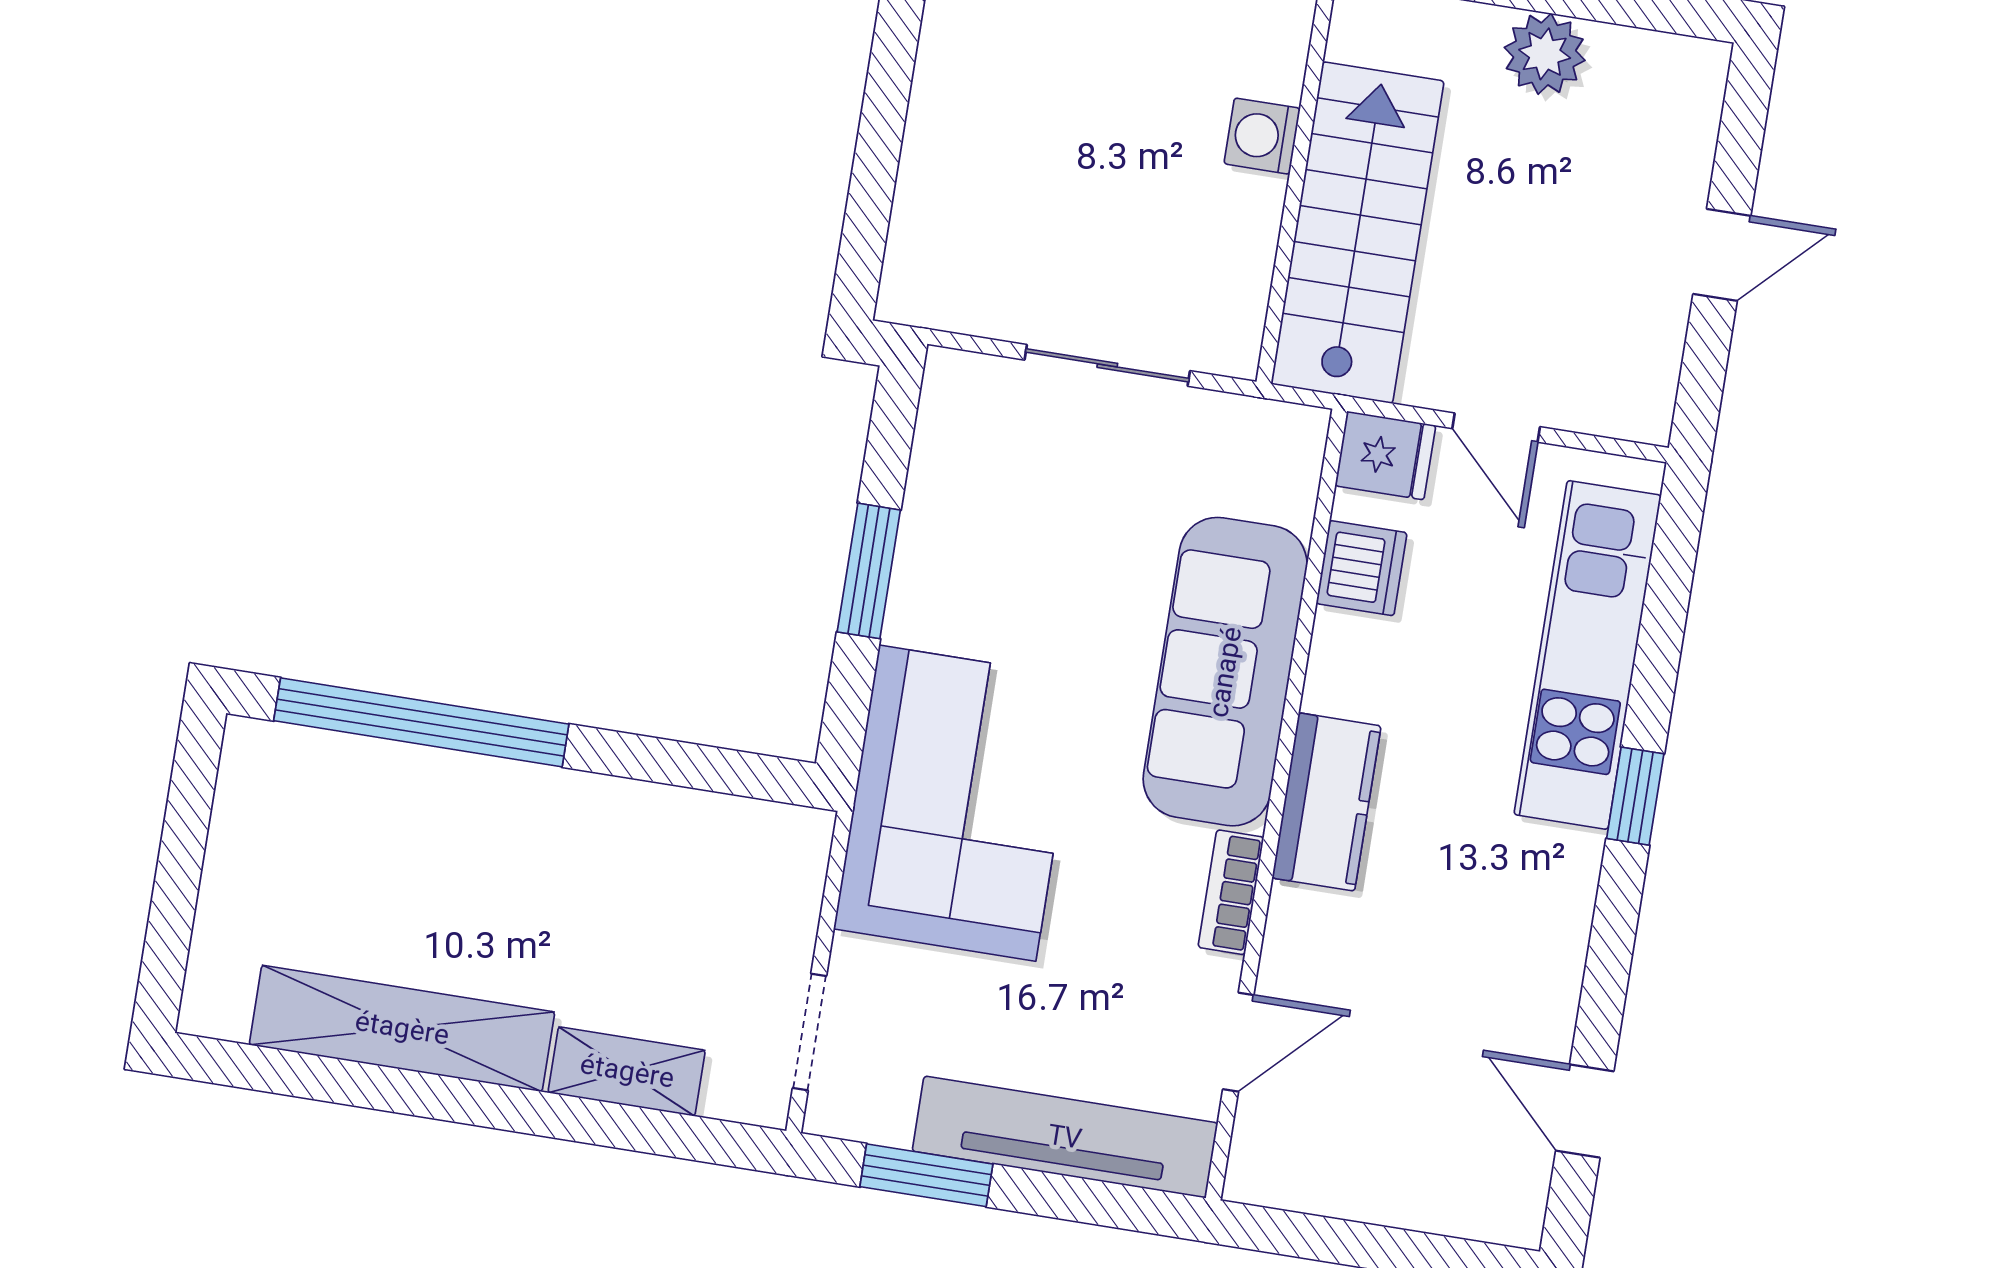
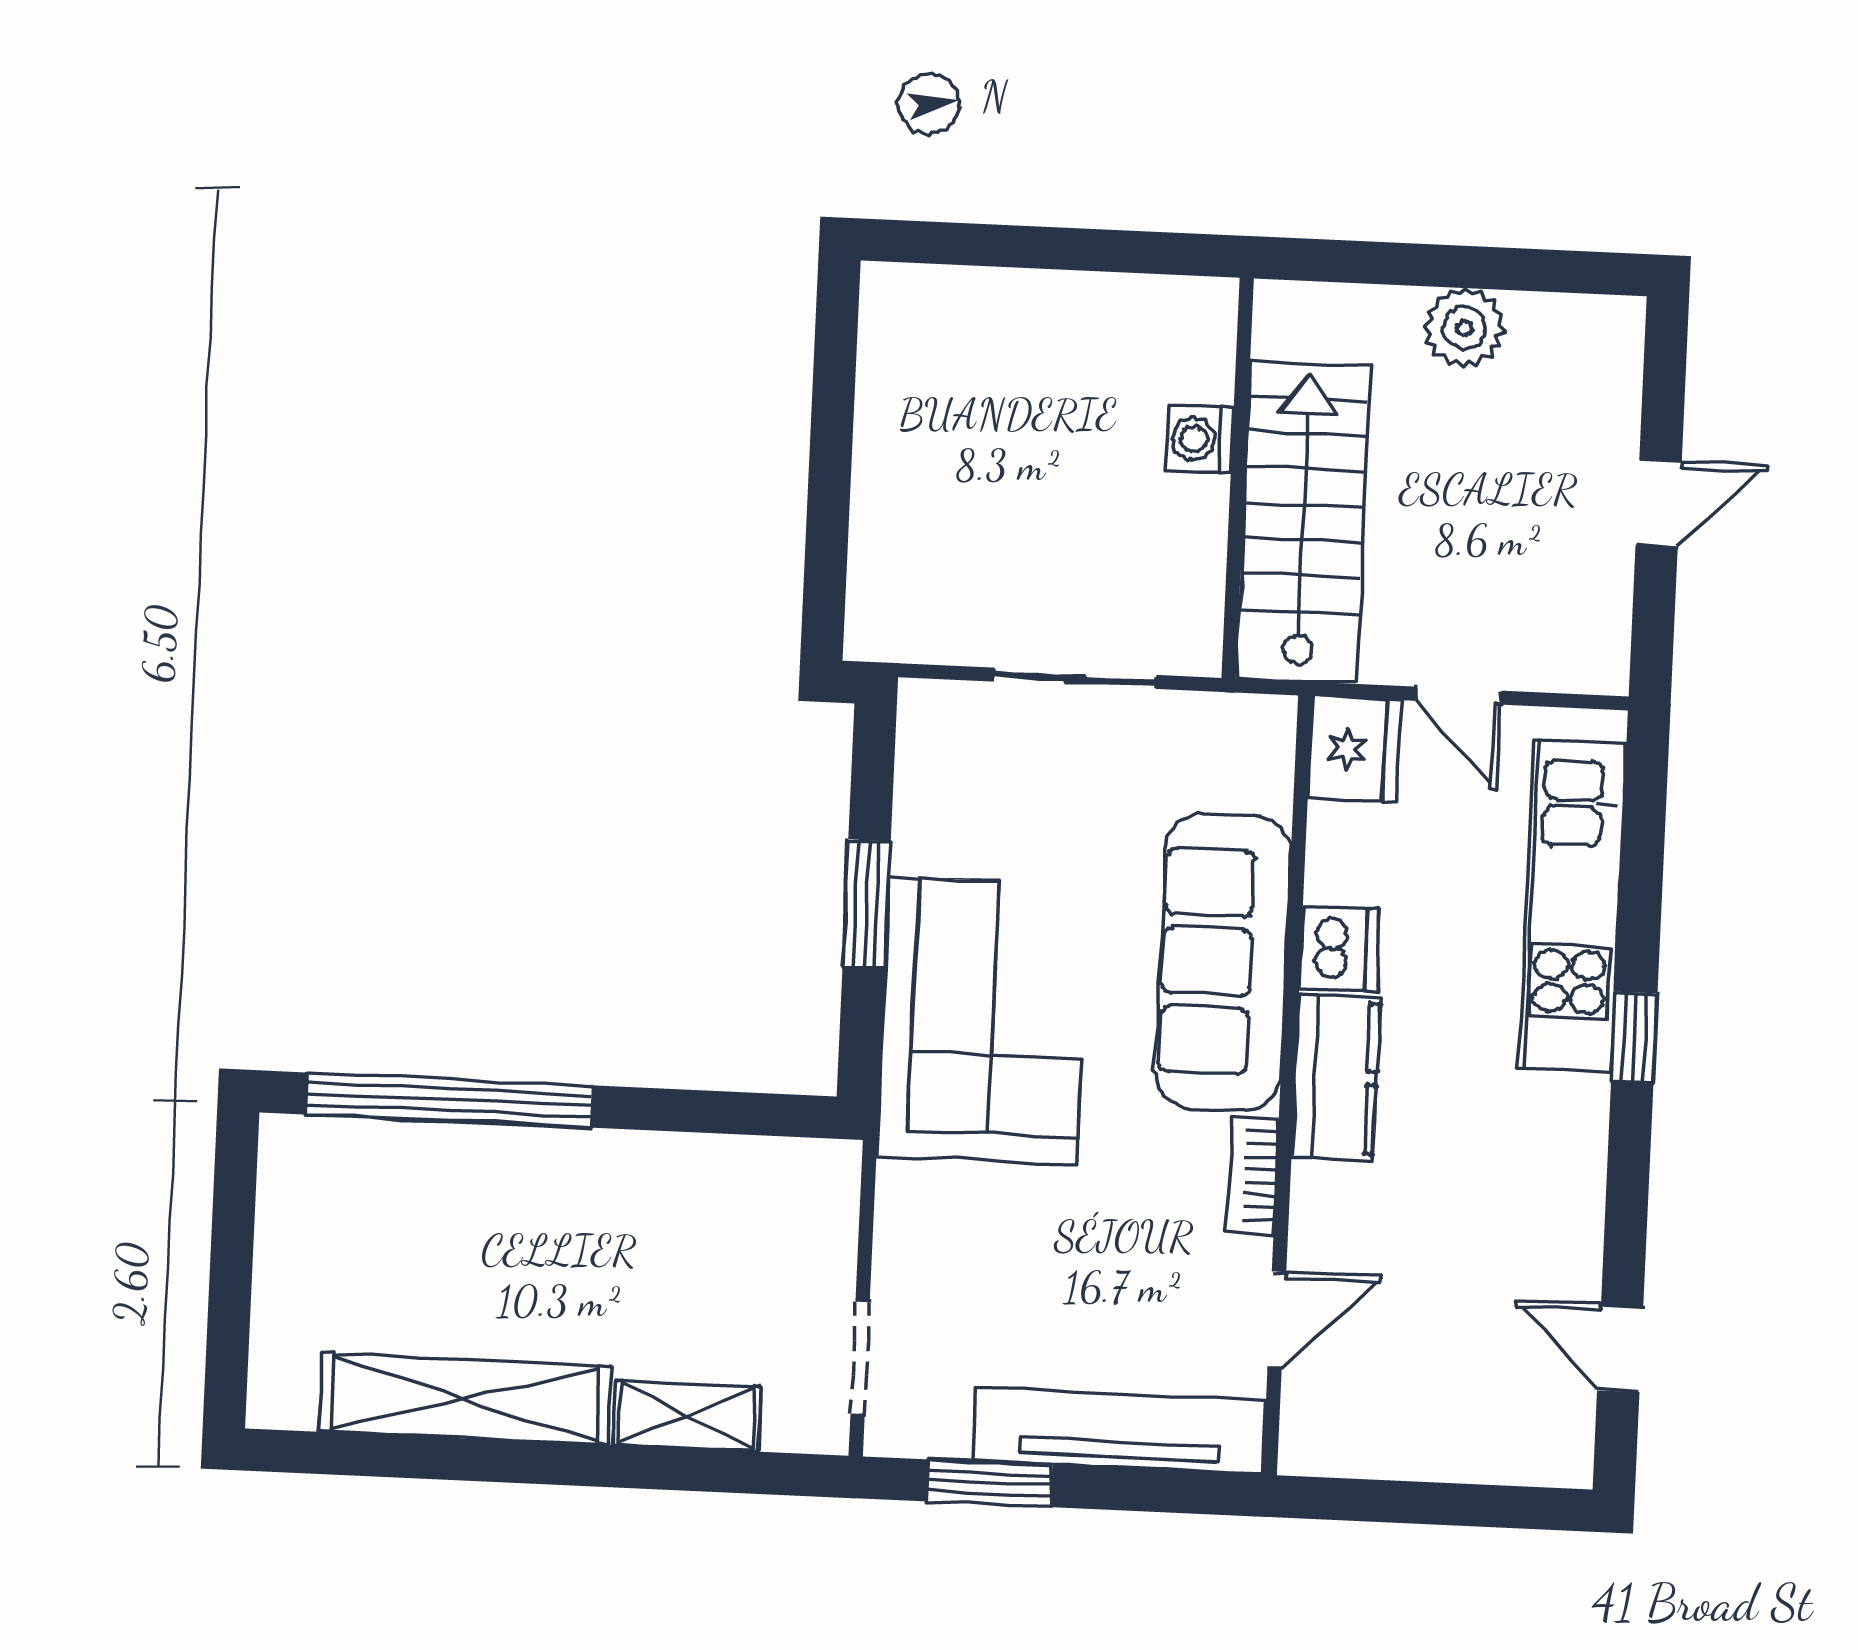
fridge: (1385, 456) -> (1354, 749), width x1.38
dishwasher: (1362, 568) -> (1339, 949), moved
corner sofa: (957, 803) -> (983, 1021), moved

